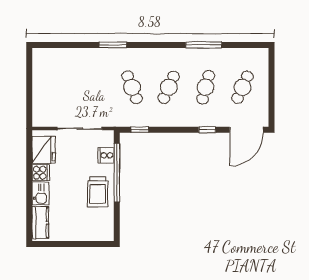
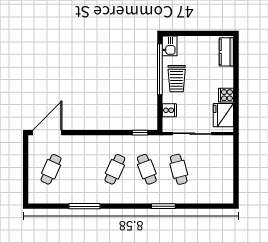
cafe table: (206, 87) -> (179, 169), moved, turned -30
window: (207, 130) -> (81, 133), removed
window: (117, 173) -> (160, 69), moved
trolley: (98, 192) -> (177, 79), turned 180
kitchen sink: (40, 194) -> (170, 46), moved, turned 180

